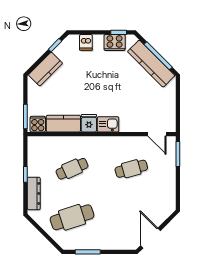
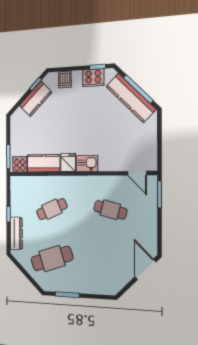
kitchen counter: (46, 69) -> (36, 99), moved
cafe table: (131, 169) -> (110, 210), turned 30
door: (150, 238) -> (145, 269), moved

